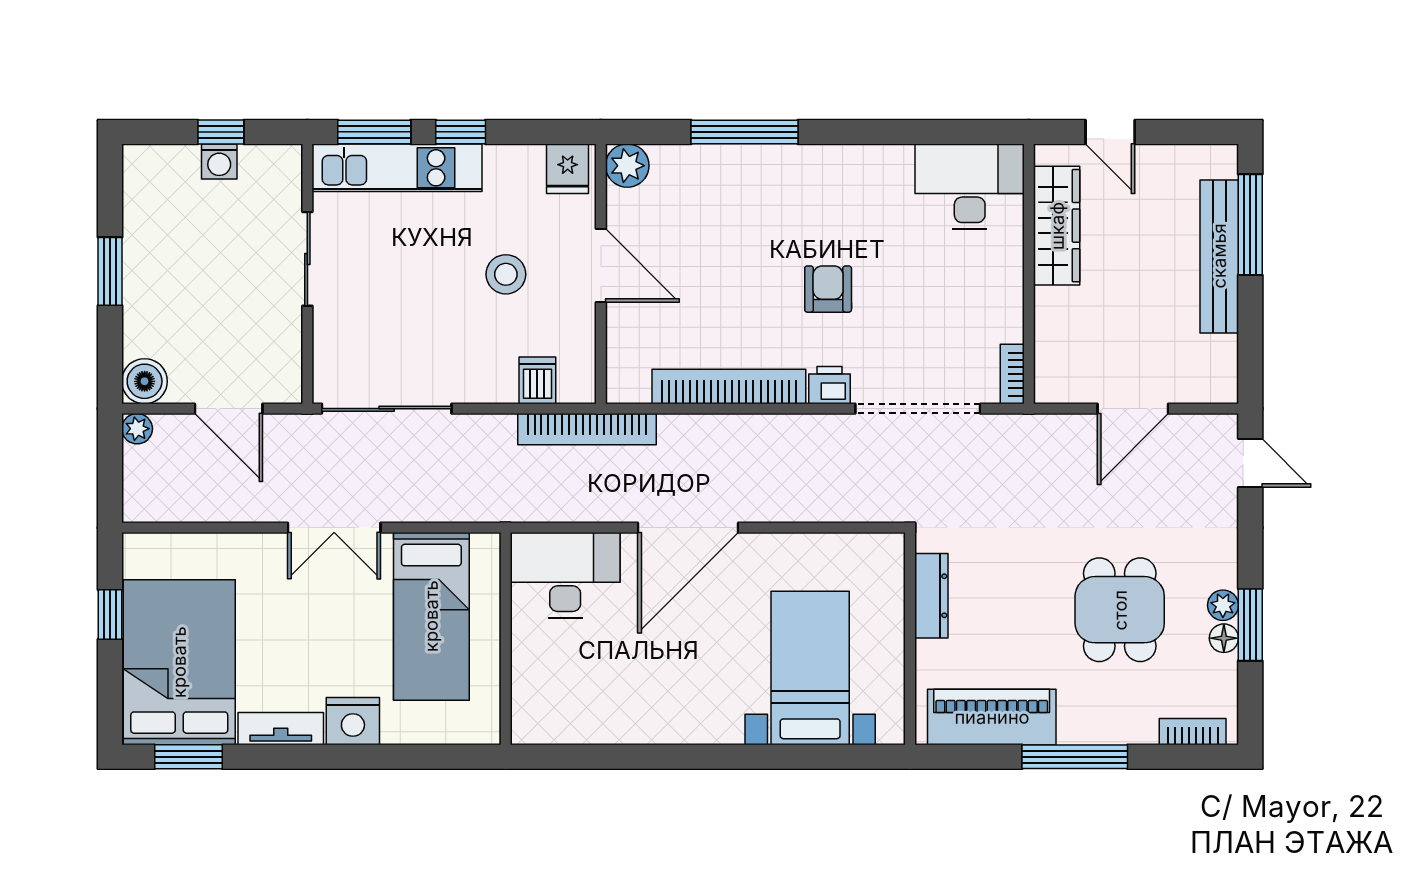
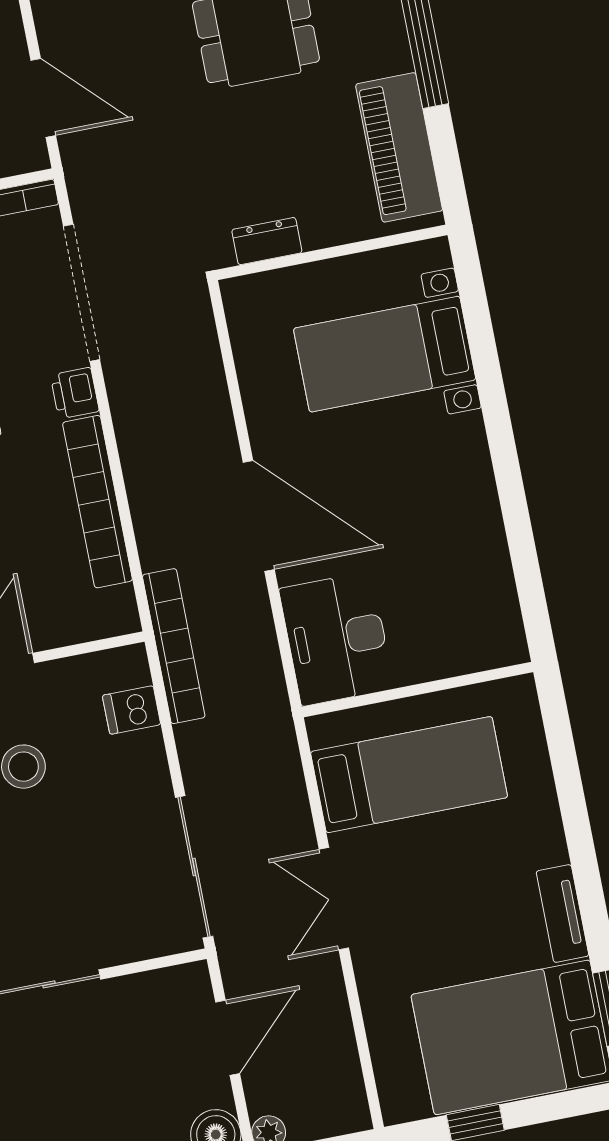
door: (1133, 409) -> (43, 98), moved
double door: (334, 528) -> (334, 899), swing flipped
dresser: (931, 596) -> (267, 241), width x0.70
nightstand: (353, 721) -> (539, 837), removed

